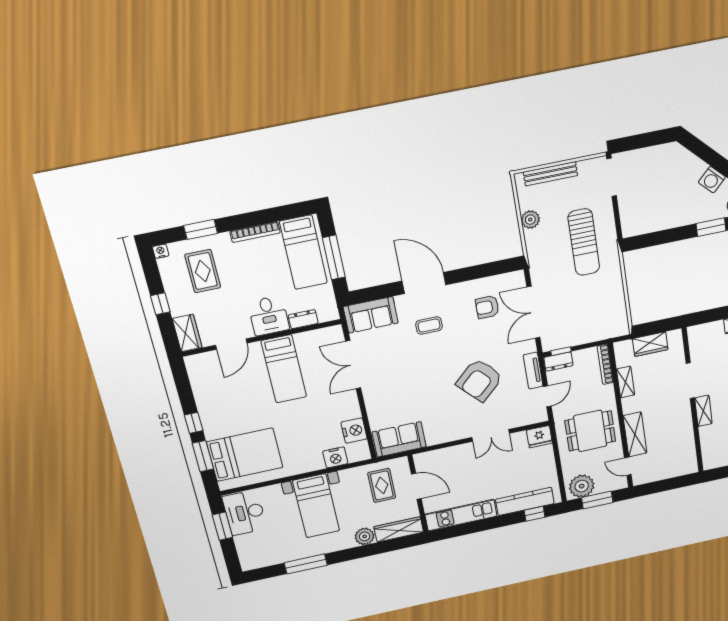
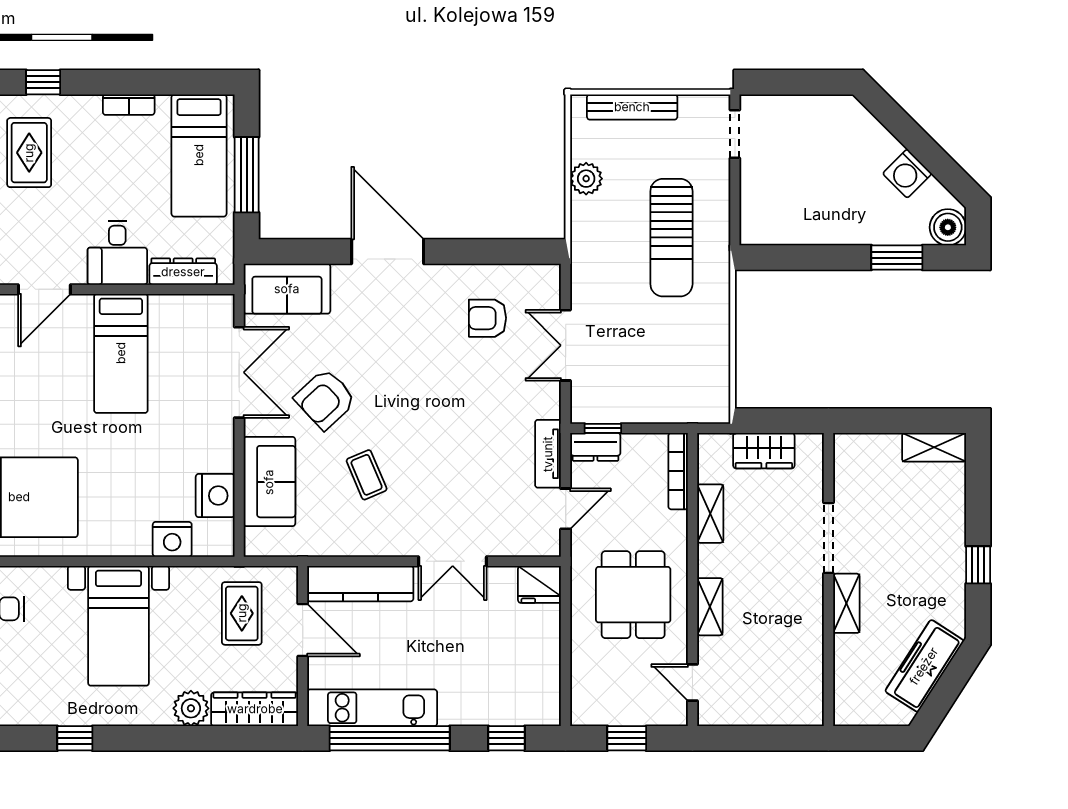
doorway: (612, 177) -> (735, 134), width x0.73
window: (201, 229) -> (43, 82), width x0.67
bookcase: (255, 232) -> (129, 105), width x0.64
double door: (533, 312) -> (566, 345), width x0.73
dresser: (303, 319) -> (183, 272), width x1.44
coffee table: (429, 325) -> (367, 475), moved, turned 67
double door: (353, 365) -> (239, 372), swing flipped
armchair: (480, 380) -> (325, 399), moved, width x0.73, depth x0.73
dining table: (590, 431) -> (633, 595), turned 90
shelving: (635, 434) -> (710, 607), width x0.67, depth x0.75
sofa: (399, 439) -> (269, 482), moved, turned 90
plant: (582, 486) -> (602, 702), removed
window: (597, 500) -> (627, 738), width x0.67
kitchen counter: (525, 501) -> (360, 584), moved, turned 180
window: (473, 527) -> (390, 738), added
window: (306, 564) -> (75, 738), width x0.46

